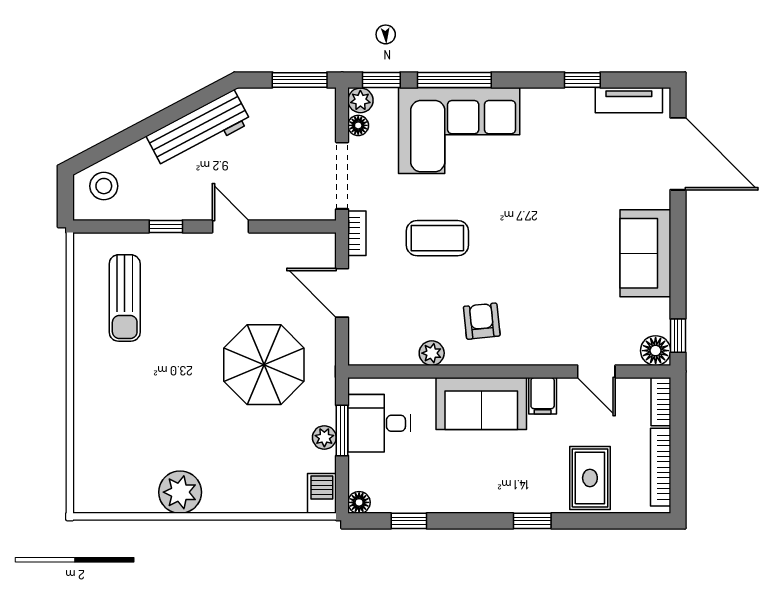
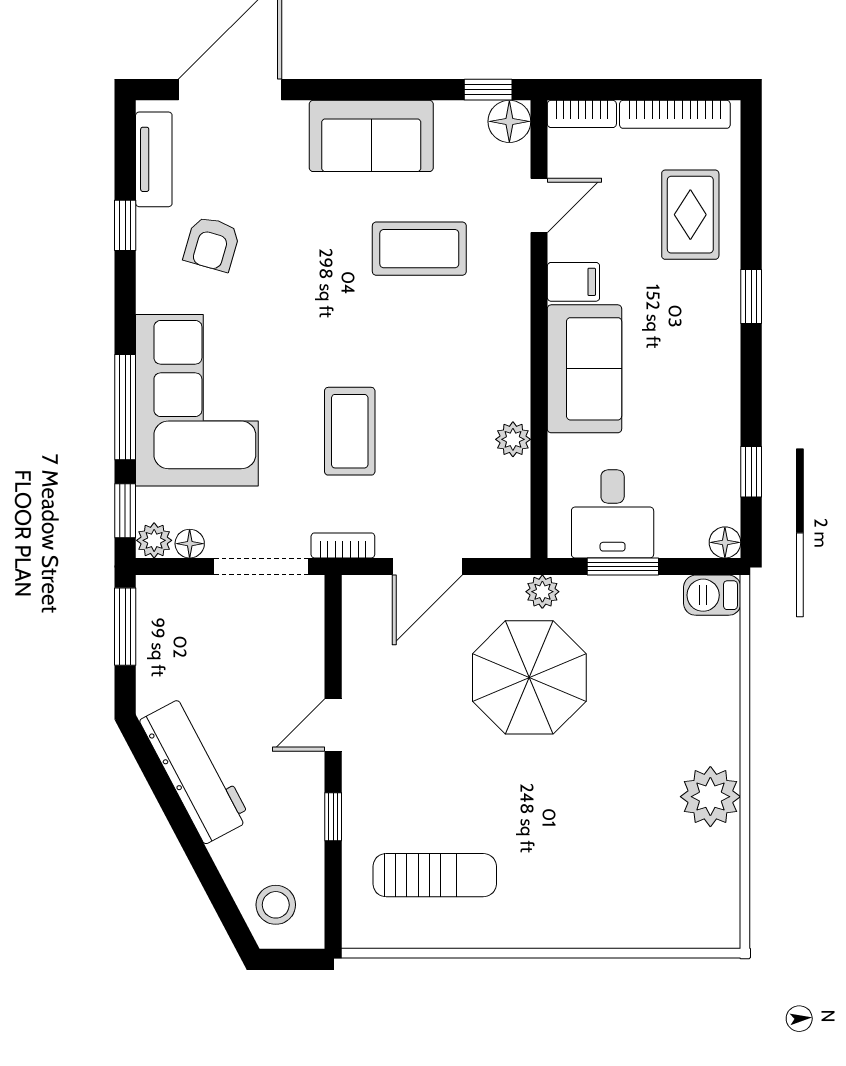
coffee table: (566, 287) -> (419, 249), added
armchair: (482, 321) -> (212, 244), moved, turned -68
plant: (324, 437) -> (542, 592), moved
rug: (590, 478) -> (690, 215), turned 90

